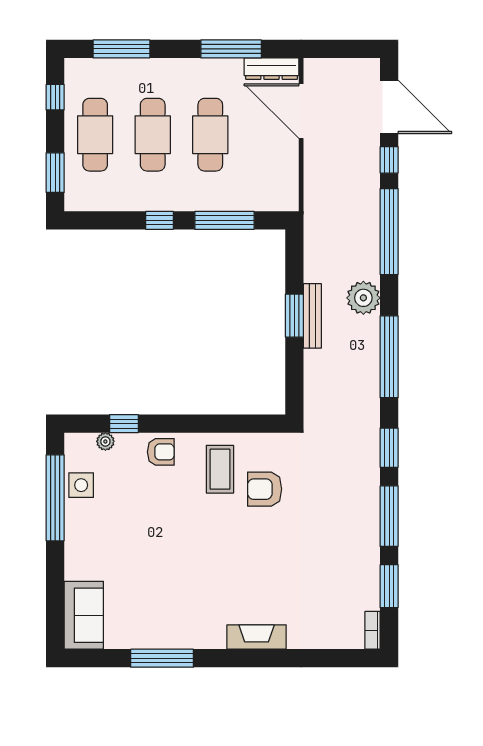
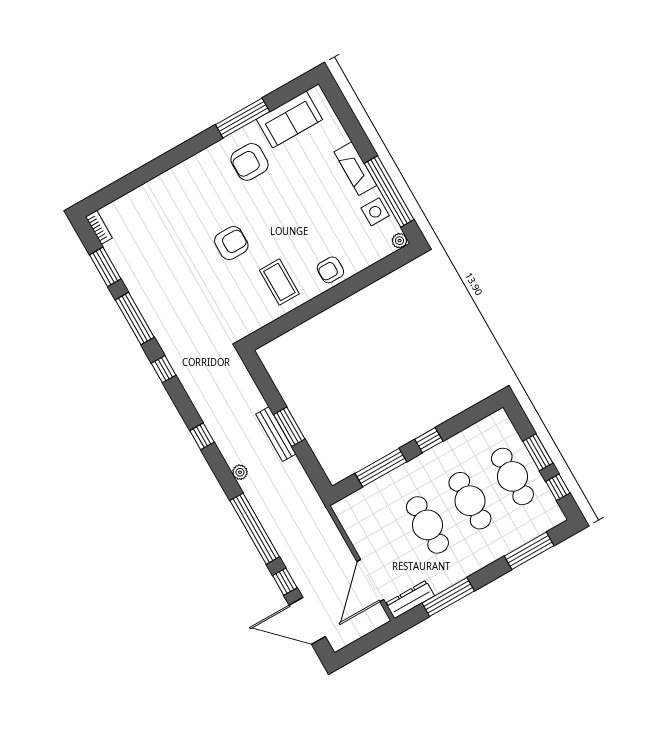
door: (301, 111) -> (370, 581), swing flipped
window: (55, 173) -> (538, 452), moved
plant: (363, 298) -> (240, 472), width x0.53, depth x0.53
window: (389, 357) -> (202, 436), width x0.32
window: (124, 424) -> (370, 275), removed
plant: (105, 441) -> (400, 241), moved
window: (389, 448) -> (164, 369), width x0.67
armchair: (265, 489) -> (231, 243), moved
armchair: (181, 609) -> (249, 162), added
sofa: (84, 615) -> (289, 119), moved, turned -90
fireplace: (257, 637) -> (355, 169), moved, turned 90

